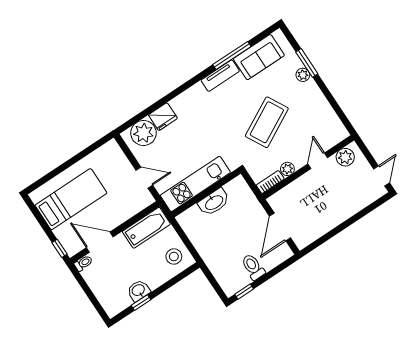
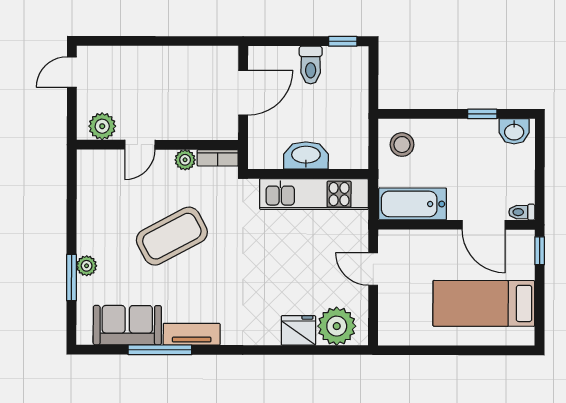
kitchen unit: (195, 184) -> (314, 194), moved
wall: (206, 193) -> (308, 174), moved
washbasin: (214, 202) -> (306, 155), moved
washbasin: (138, 290) -> (514, 131), moved

